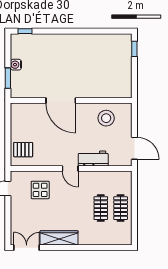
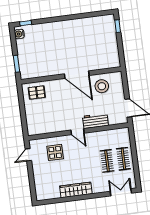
water cooler: (16, 65) -> (19, 34), moved
door: (61, 100) -> (77, 75), moved
pallet: (23, 150) -> (37, 92), moved
double door: (27, 248) -> (121, 192), moved

